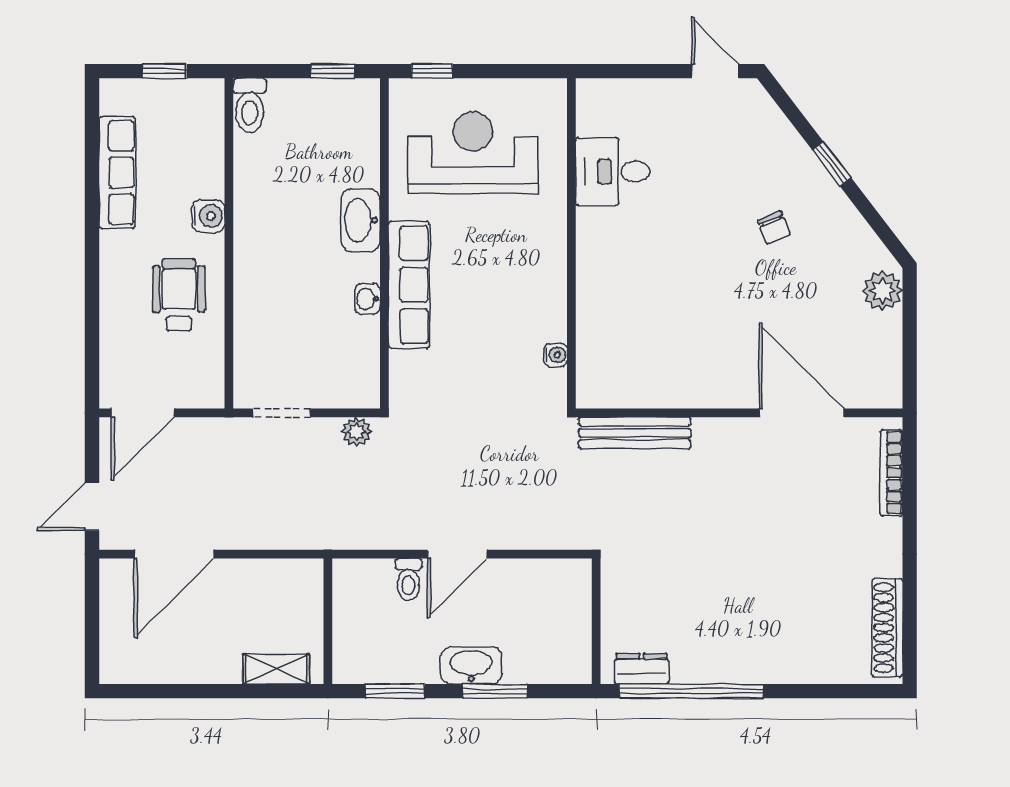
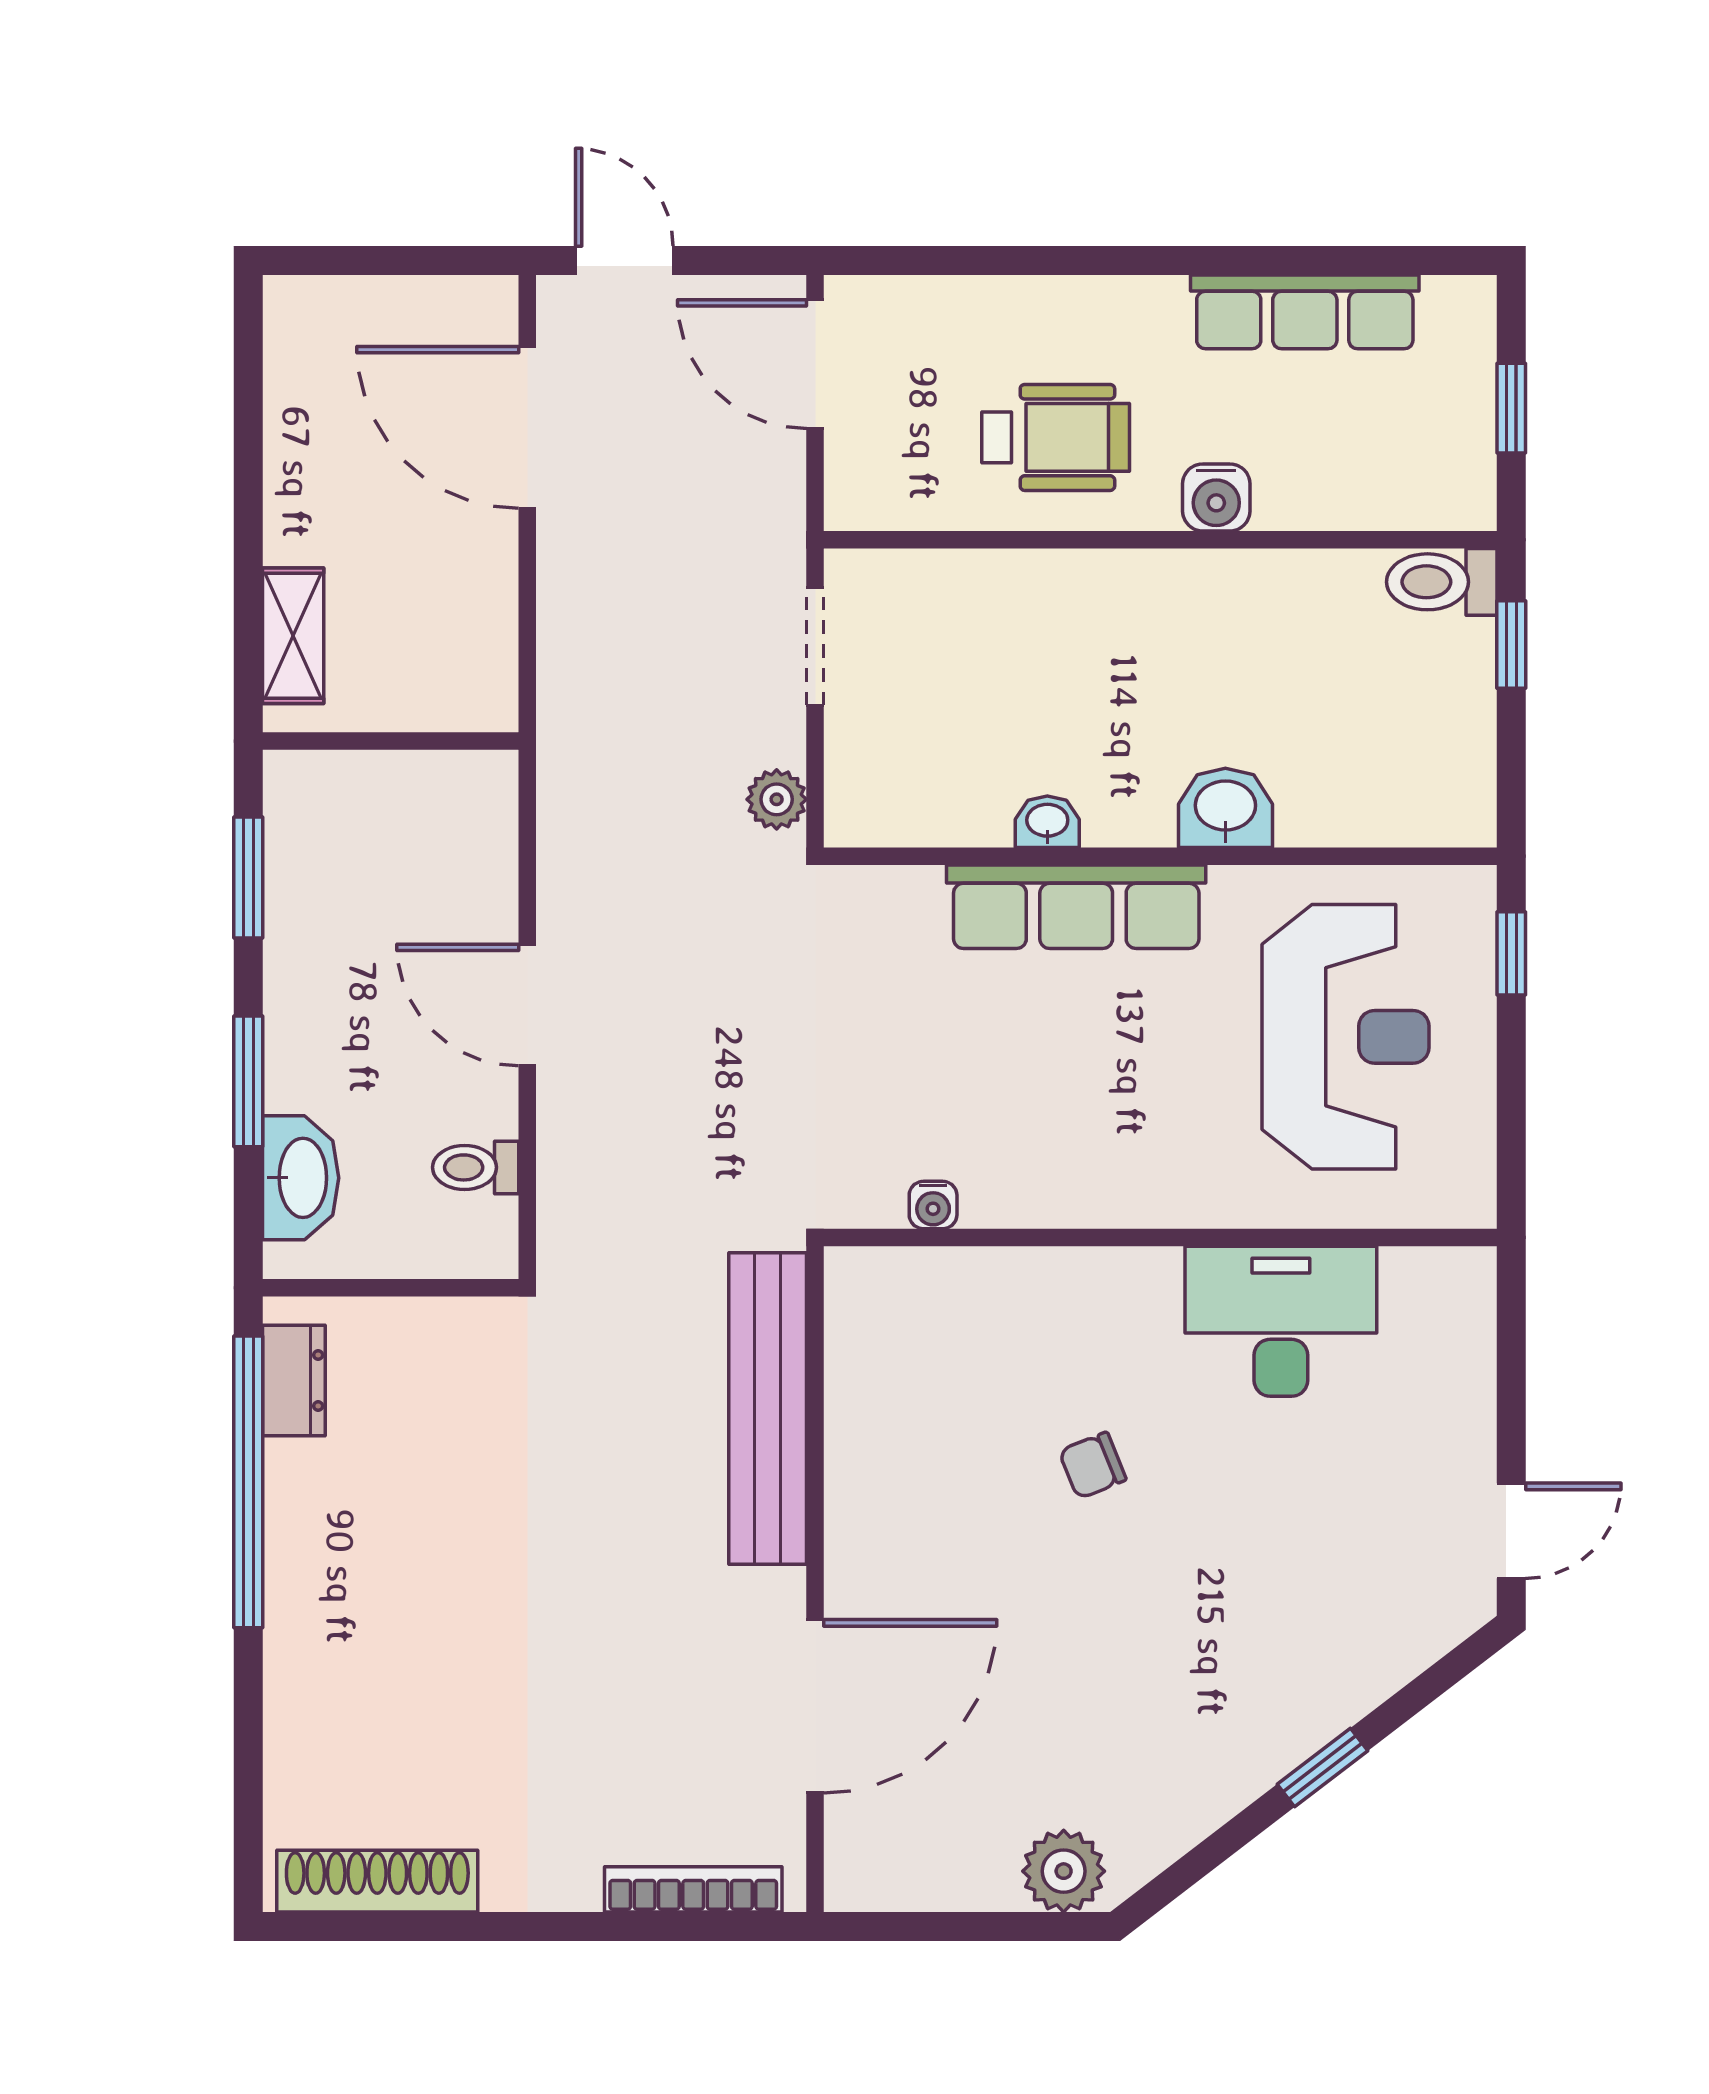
window: (333, 71) -> (1511, 645), moved
desk: (613, 171) -> (1281, 1321), width x1.37
washbasin: (361, 220) -> (1225, 808), width x0.72
chair: (774, 228) -> (1093, 1465), moved
bench: (635, 433) -> (768, 1408), width x1.37, depth x1.21
toilet: (409, 579) -> (476, 1167), moved
washbasin: (471, 665) -> (301, 1178), moved

